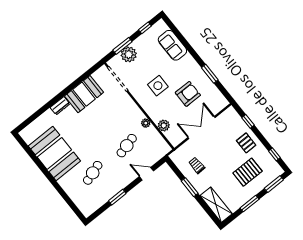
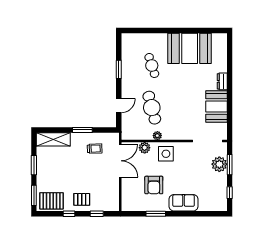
sofa: (172, 45) -> (184, 203), moved
side table: (158, 86) -> (166, 154), moved
double door: (202, 127) -> (120, 161), moved
cafe table: (127, 146) -> (152, 108), width x1.37, depth x1.35
window: (274, 154) -> (69, 214), moved
pallet: (248, 172) -> (51, 201), moved, turned 90

